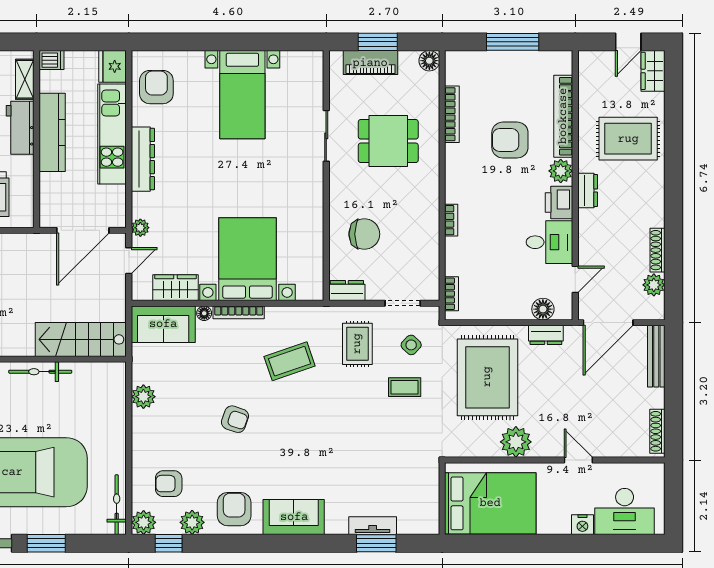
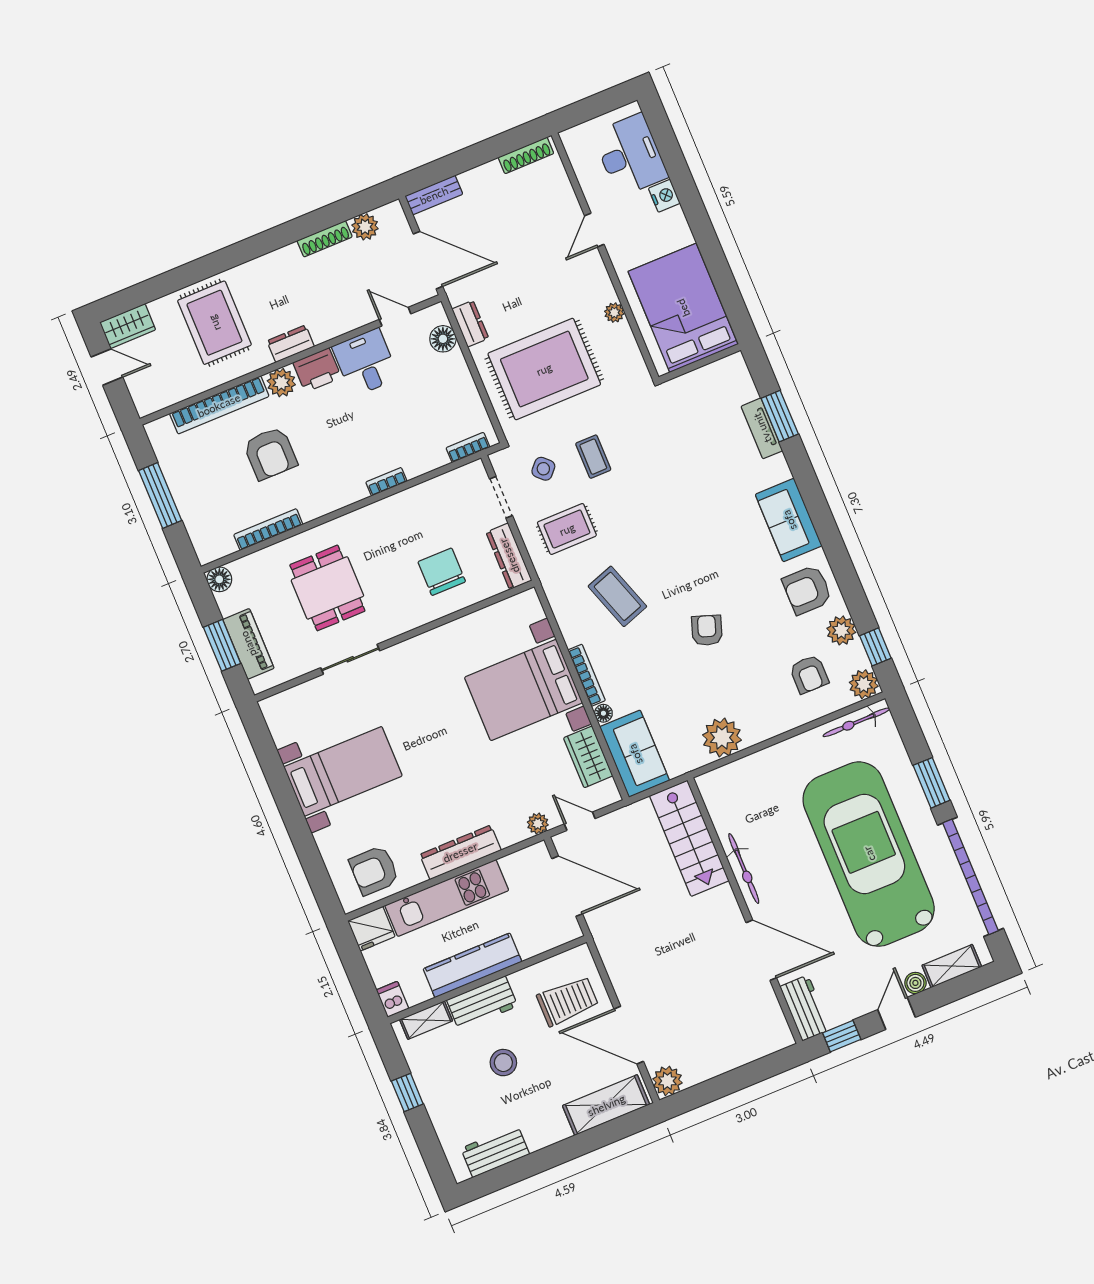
dresser: (347, 291) -> (509, 556), width x1.44
bench: (656, 356) -> (434, 195), width x0.73
plant: (143, 397) -> (722, 738), width x1.36, depth x1.36
plant: (516, 442) -> (614, 313), width x0.53, depth x0.53

